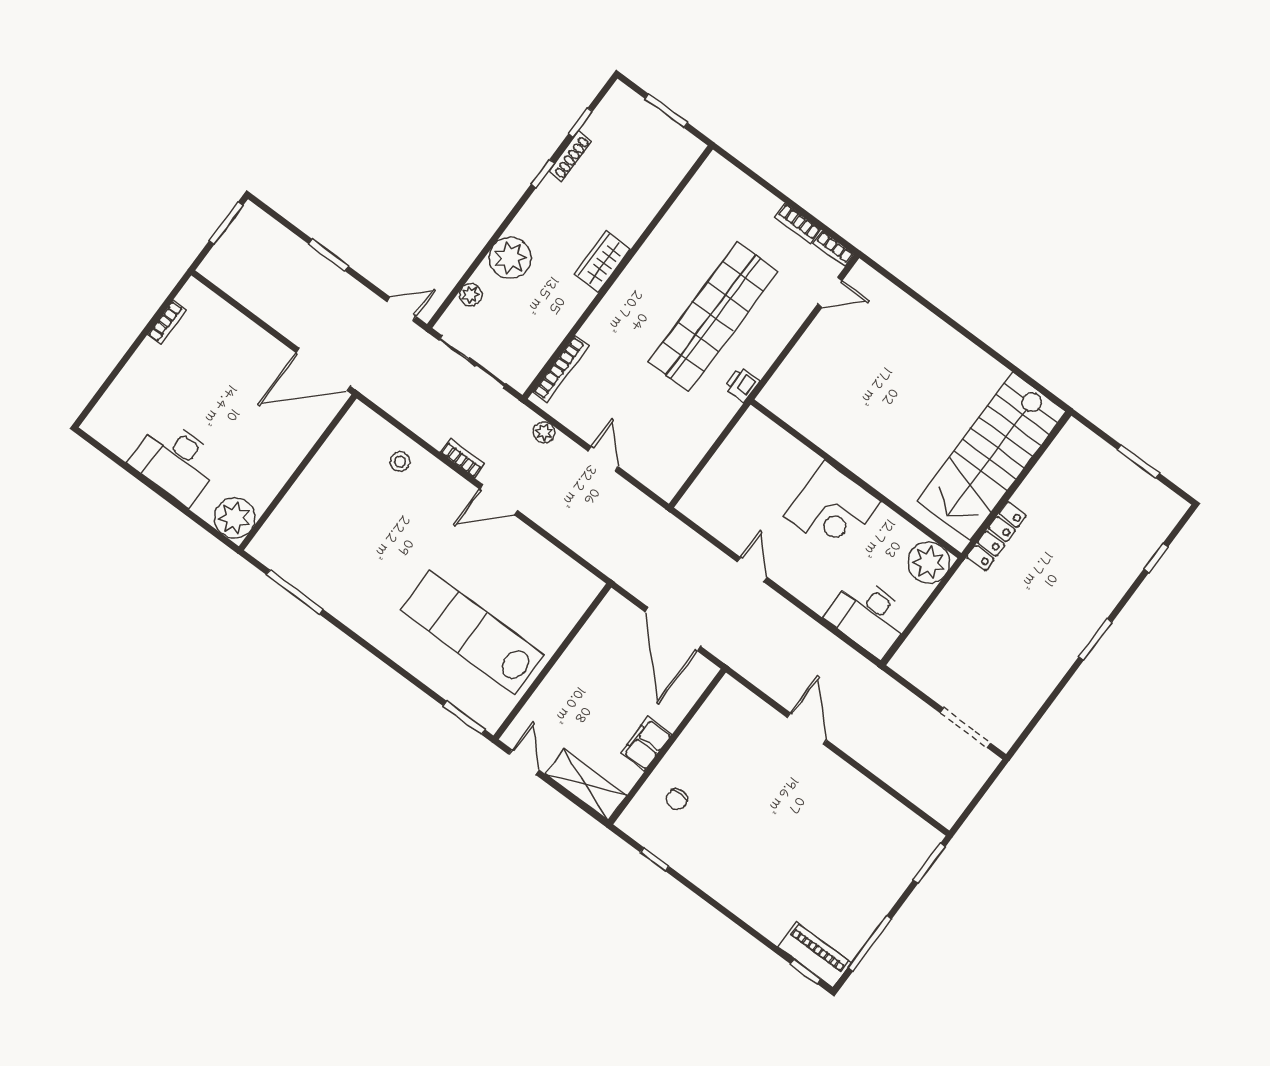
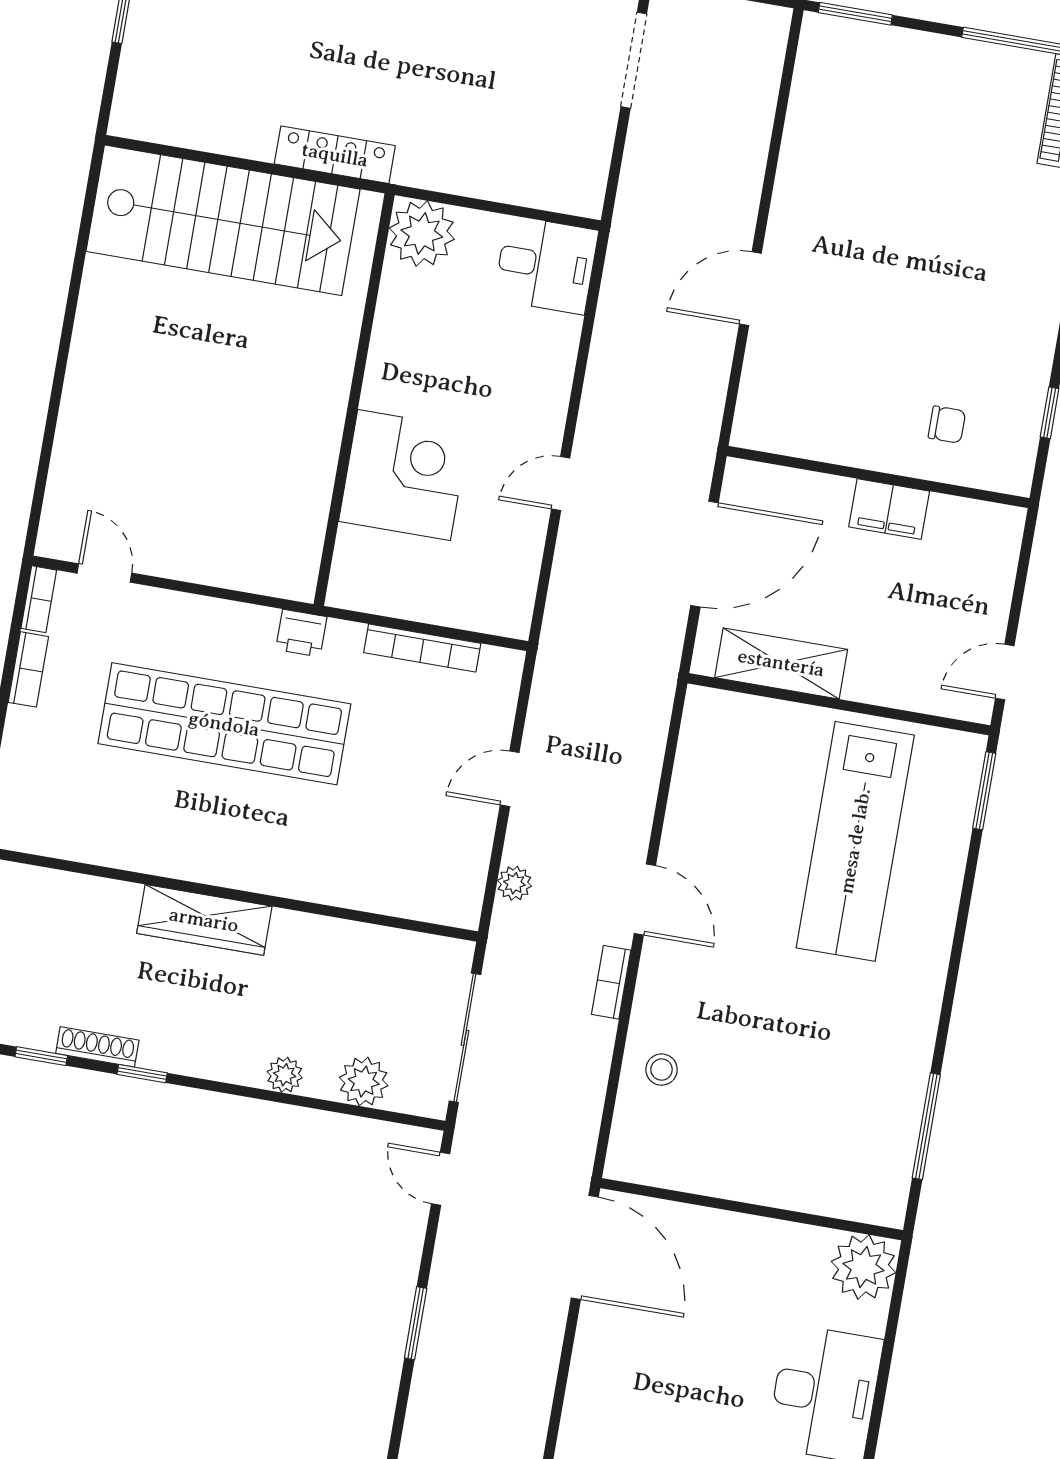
plant: (510, 258) -> (285, 1075), width x0.53, depth x0.53
wardrobe: (602, 262) -> (204, 920), width x1.50
plant: (471, 295) -> (364, 1082), width x1.38, depth x1.38
bookcase: (561, 369) -> (422, 648), moved, turned 180
corner desk: (832, 509) -> (404, 475), moved
desk: (869, 616) -> (546, 265), width x0.73
shelving: (586, 785) -> (781, 663), moved, turned 90

